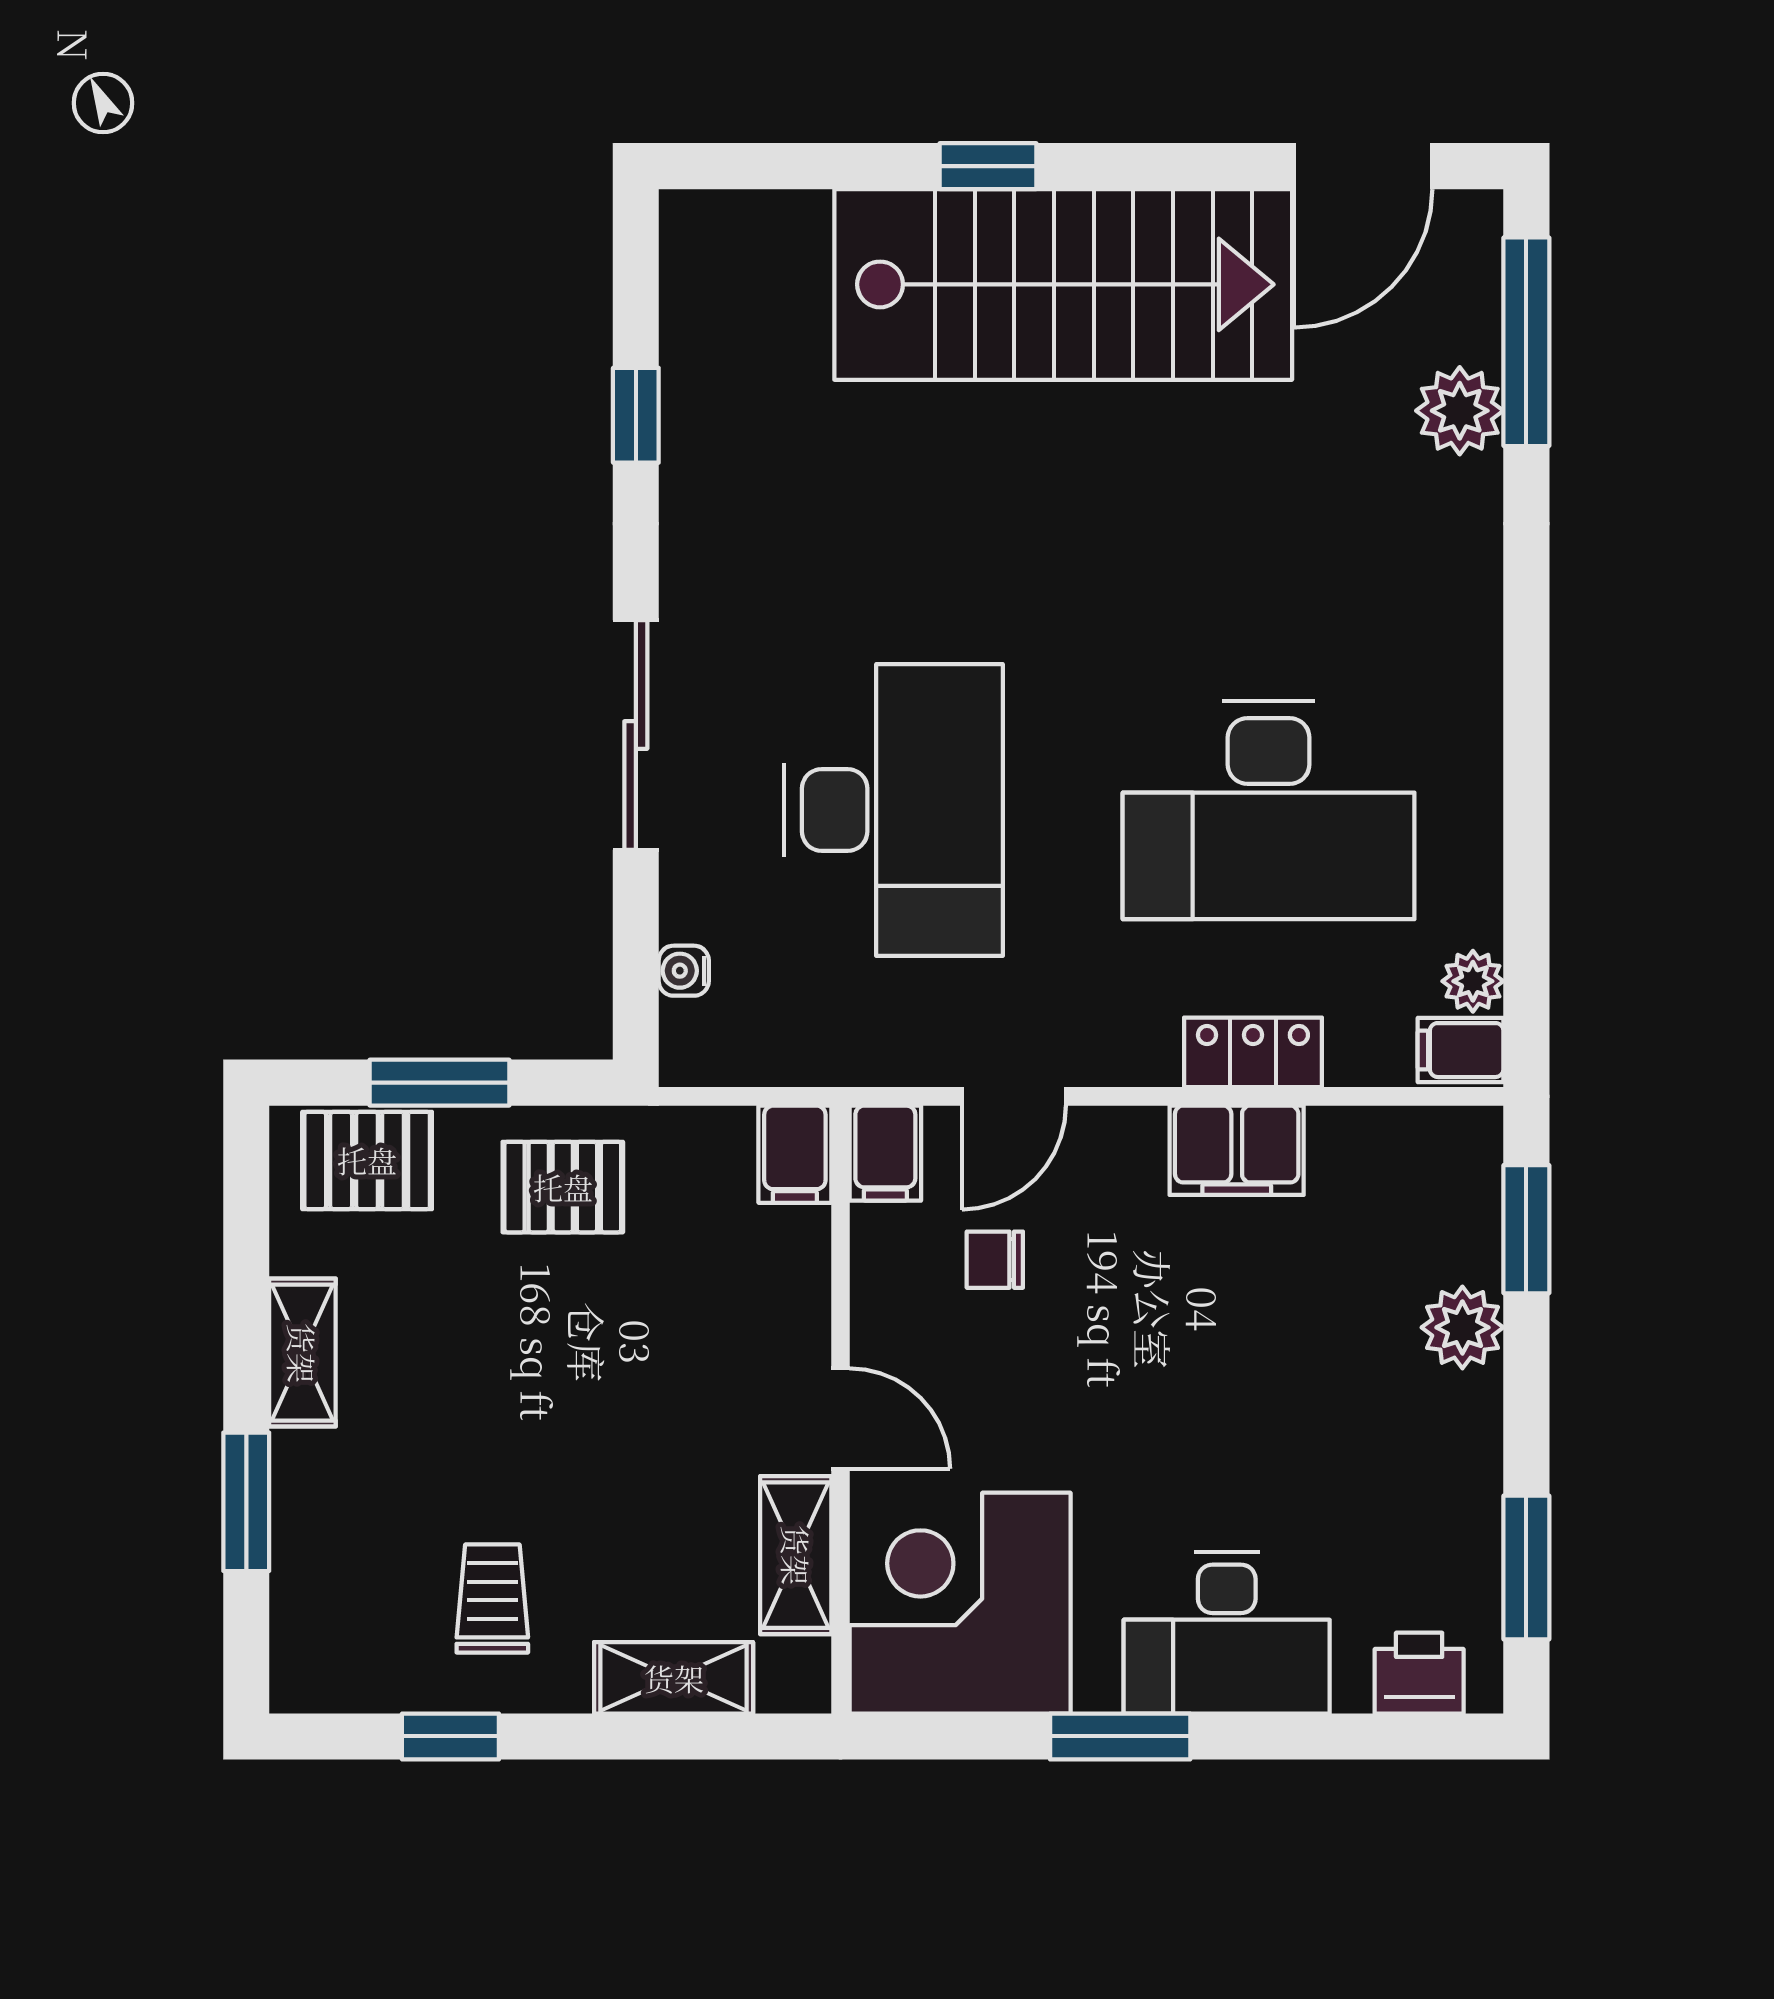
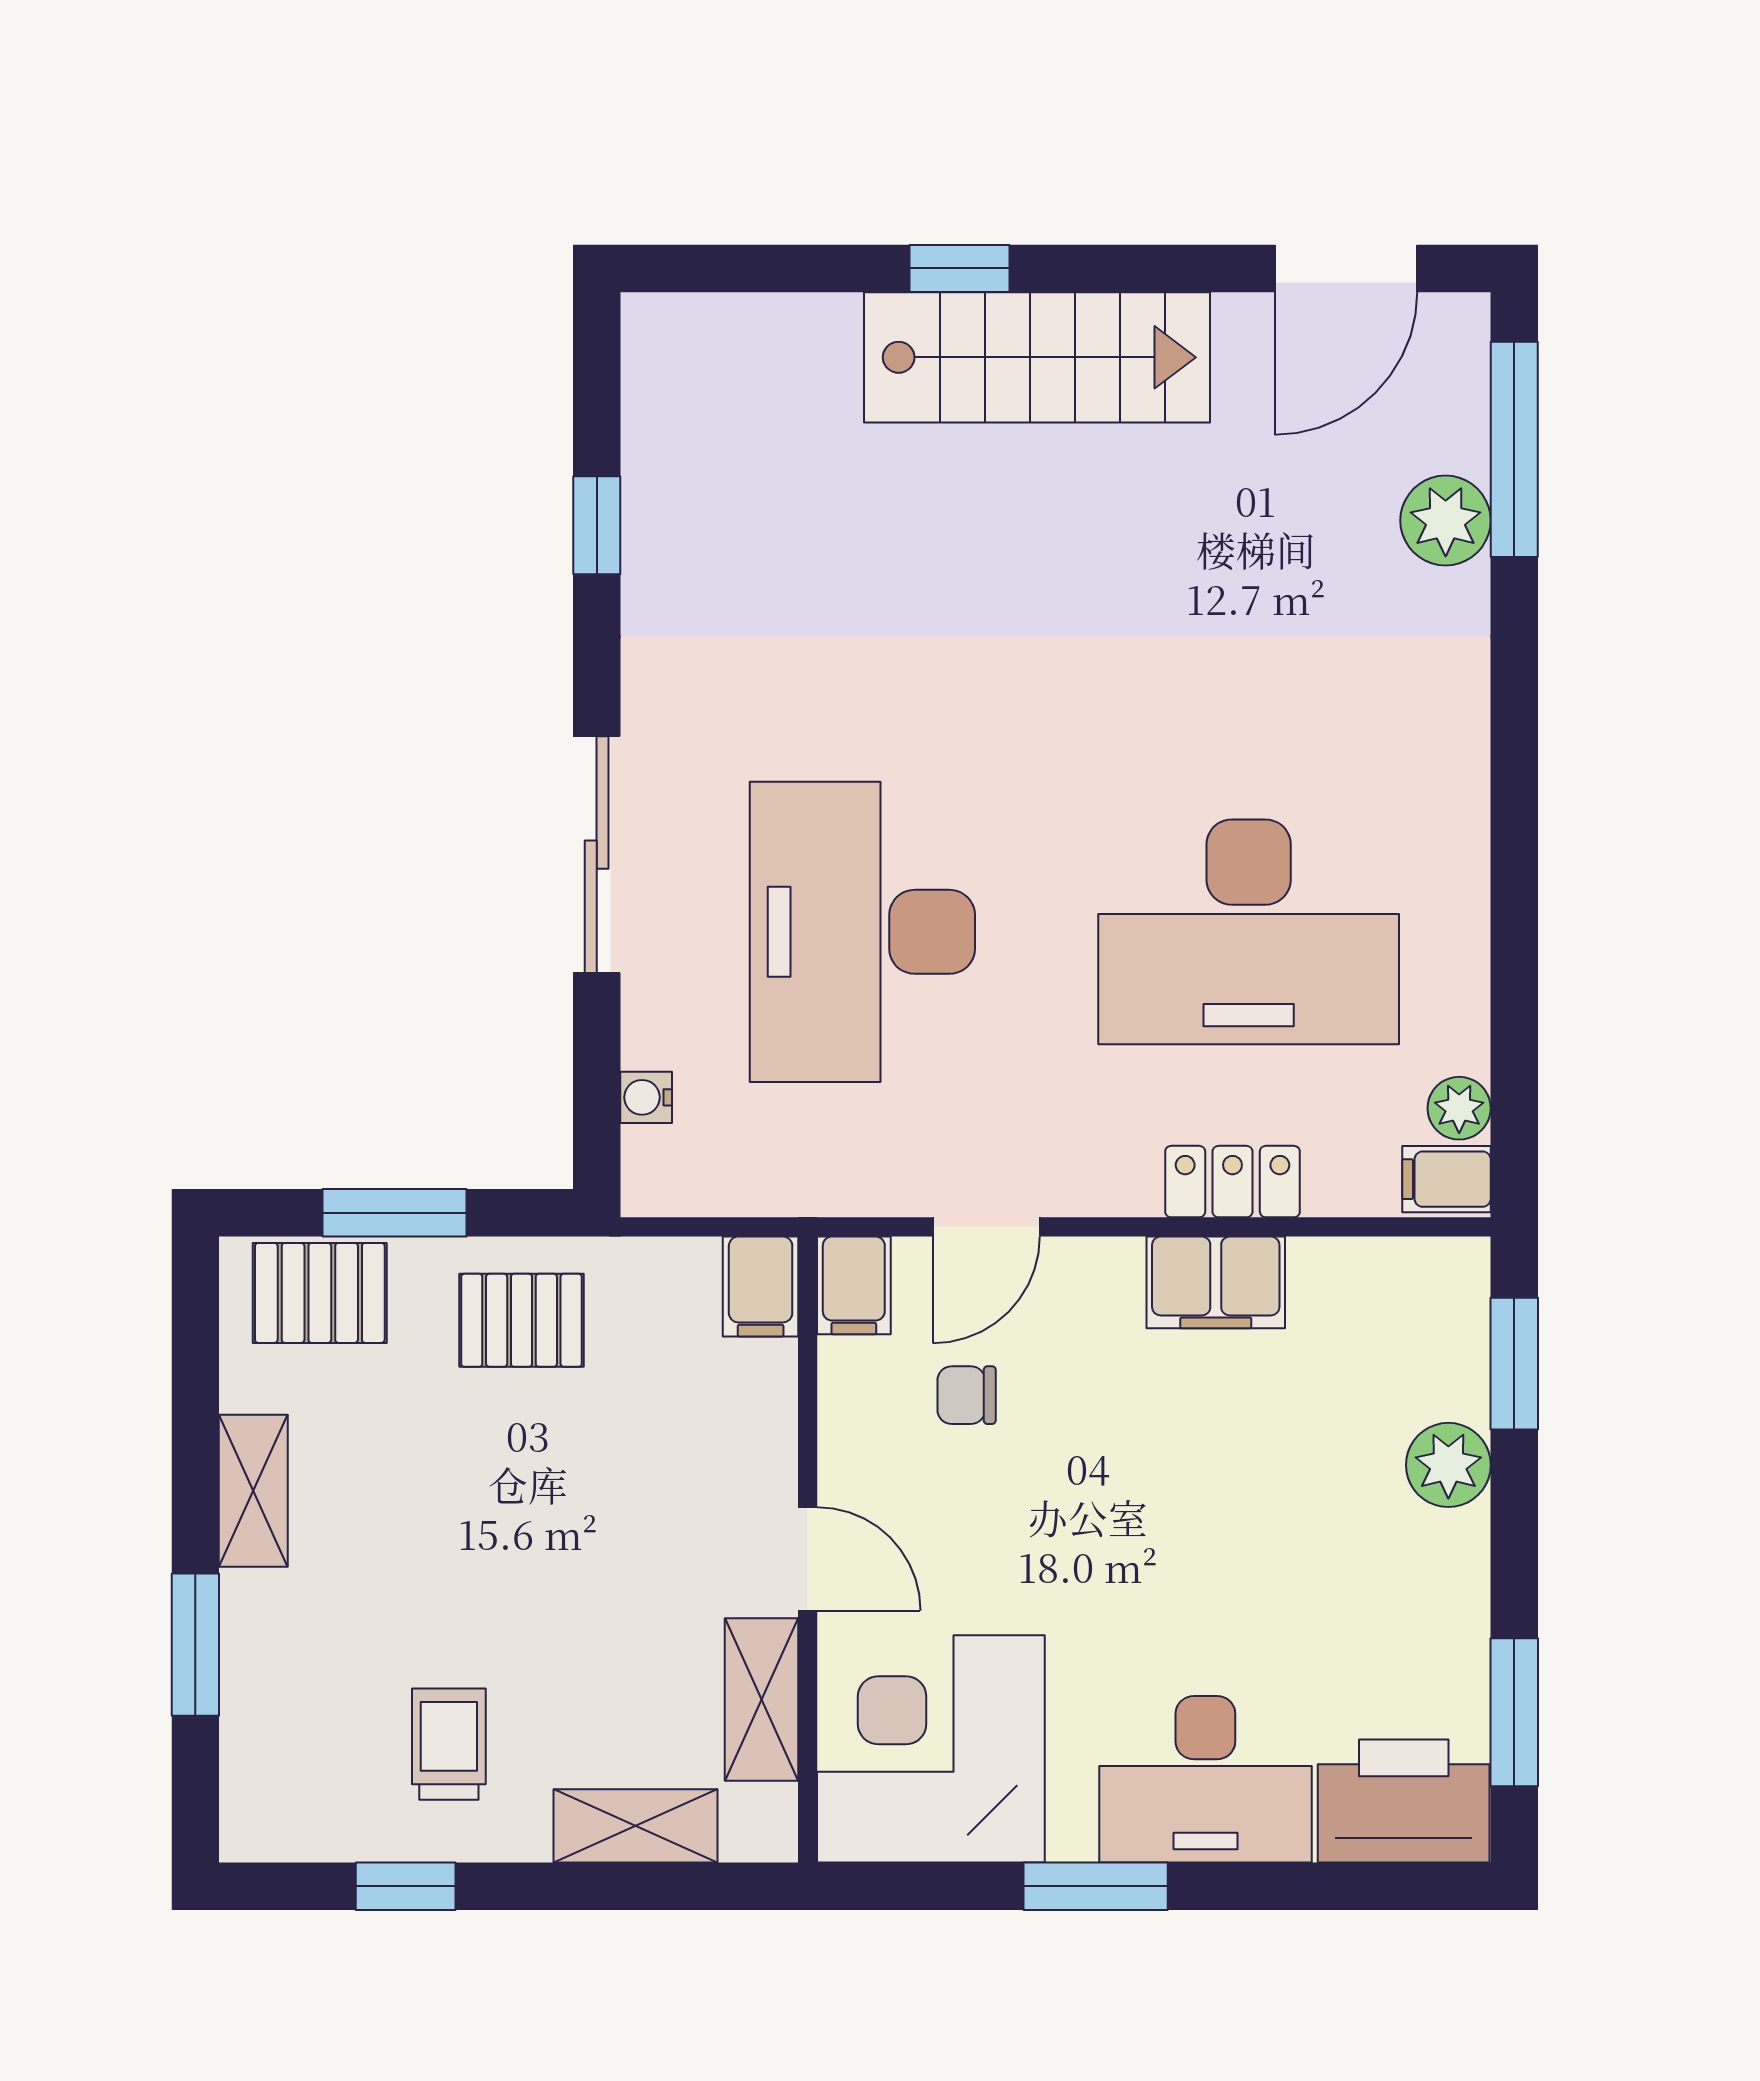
stairs: (1063, 284) -> (1037, 357), width x0.73, depth x0.66
desk: (894, 810) -> (862, 932), turned 180
printer: (1419, 1673) -> (1404, 1801), width x1.87, depth x1.48

